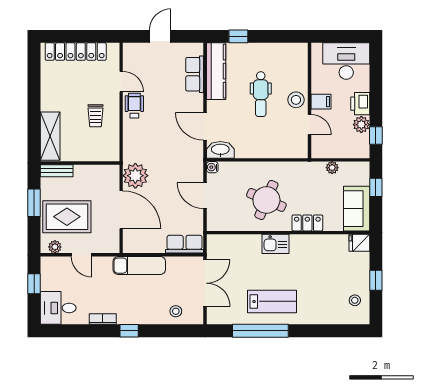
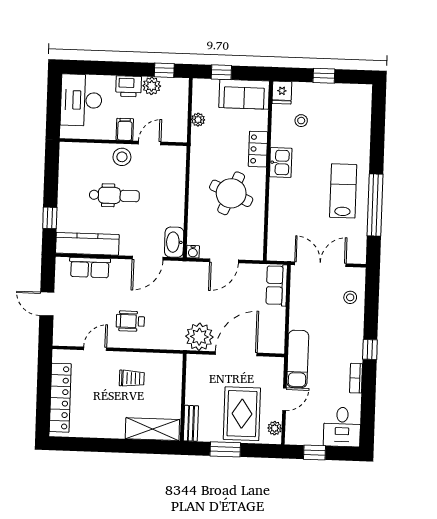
wheelchair: (134, 106) -> (130, 321), moved
kitchen sink: (275, 244) -> (281, 162), moved
exam couch: (139, 266) -> (298, 359), moved
stool: (355, 300) -> (301, 121), moved

